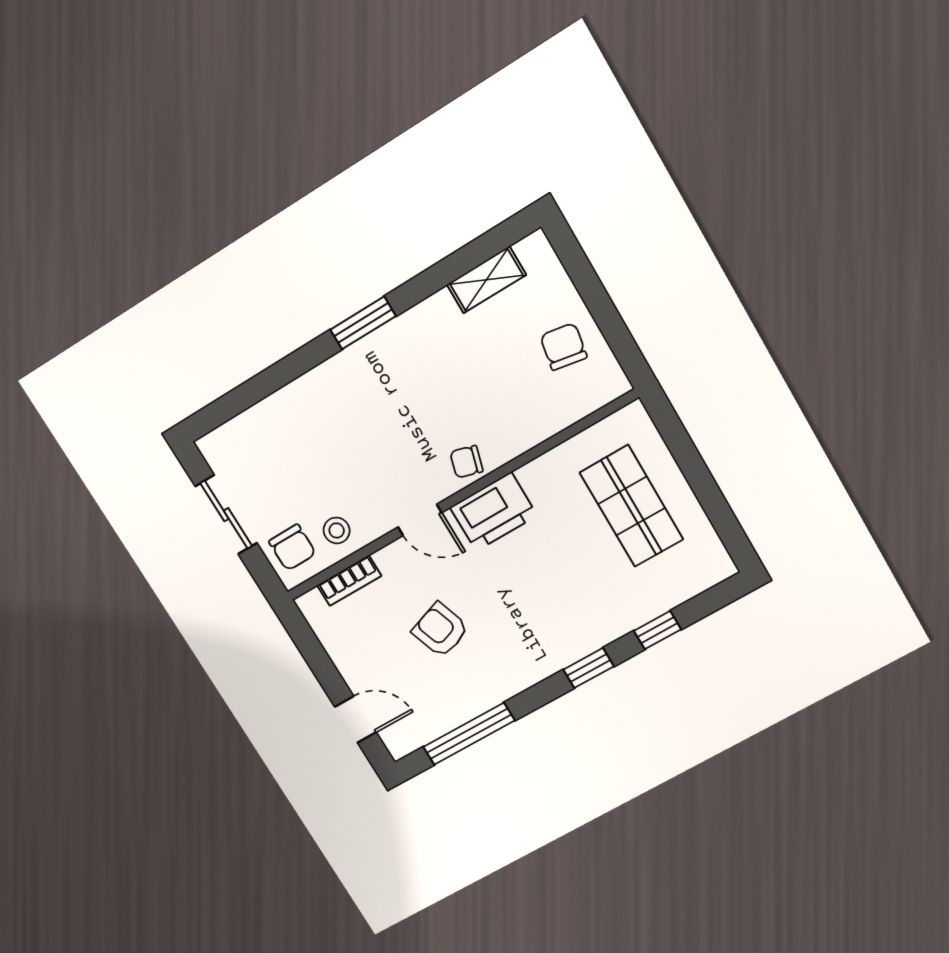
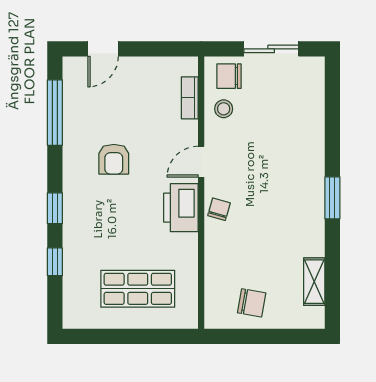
armchair: (440, 630) -> (114, 159), moved, turned 109

